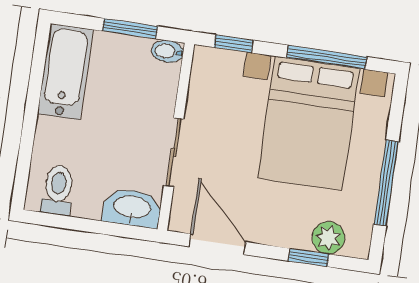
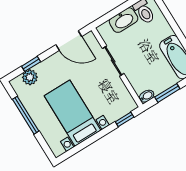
window: (327, 57) -> (86, 143), removed
bed with nightstands: (308, 123) -> (72, 113), width x0.73
washbasin: (132, 208) -> (124, 20), moved

